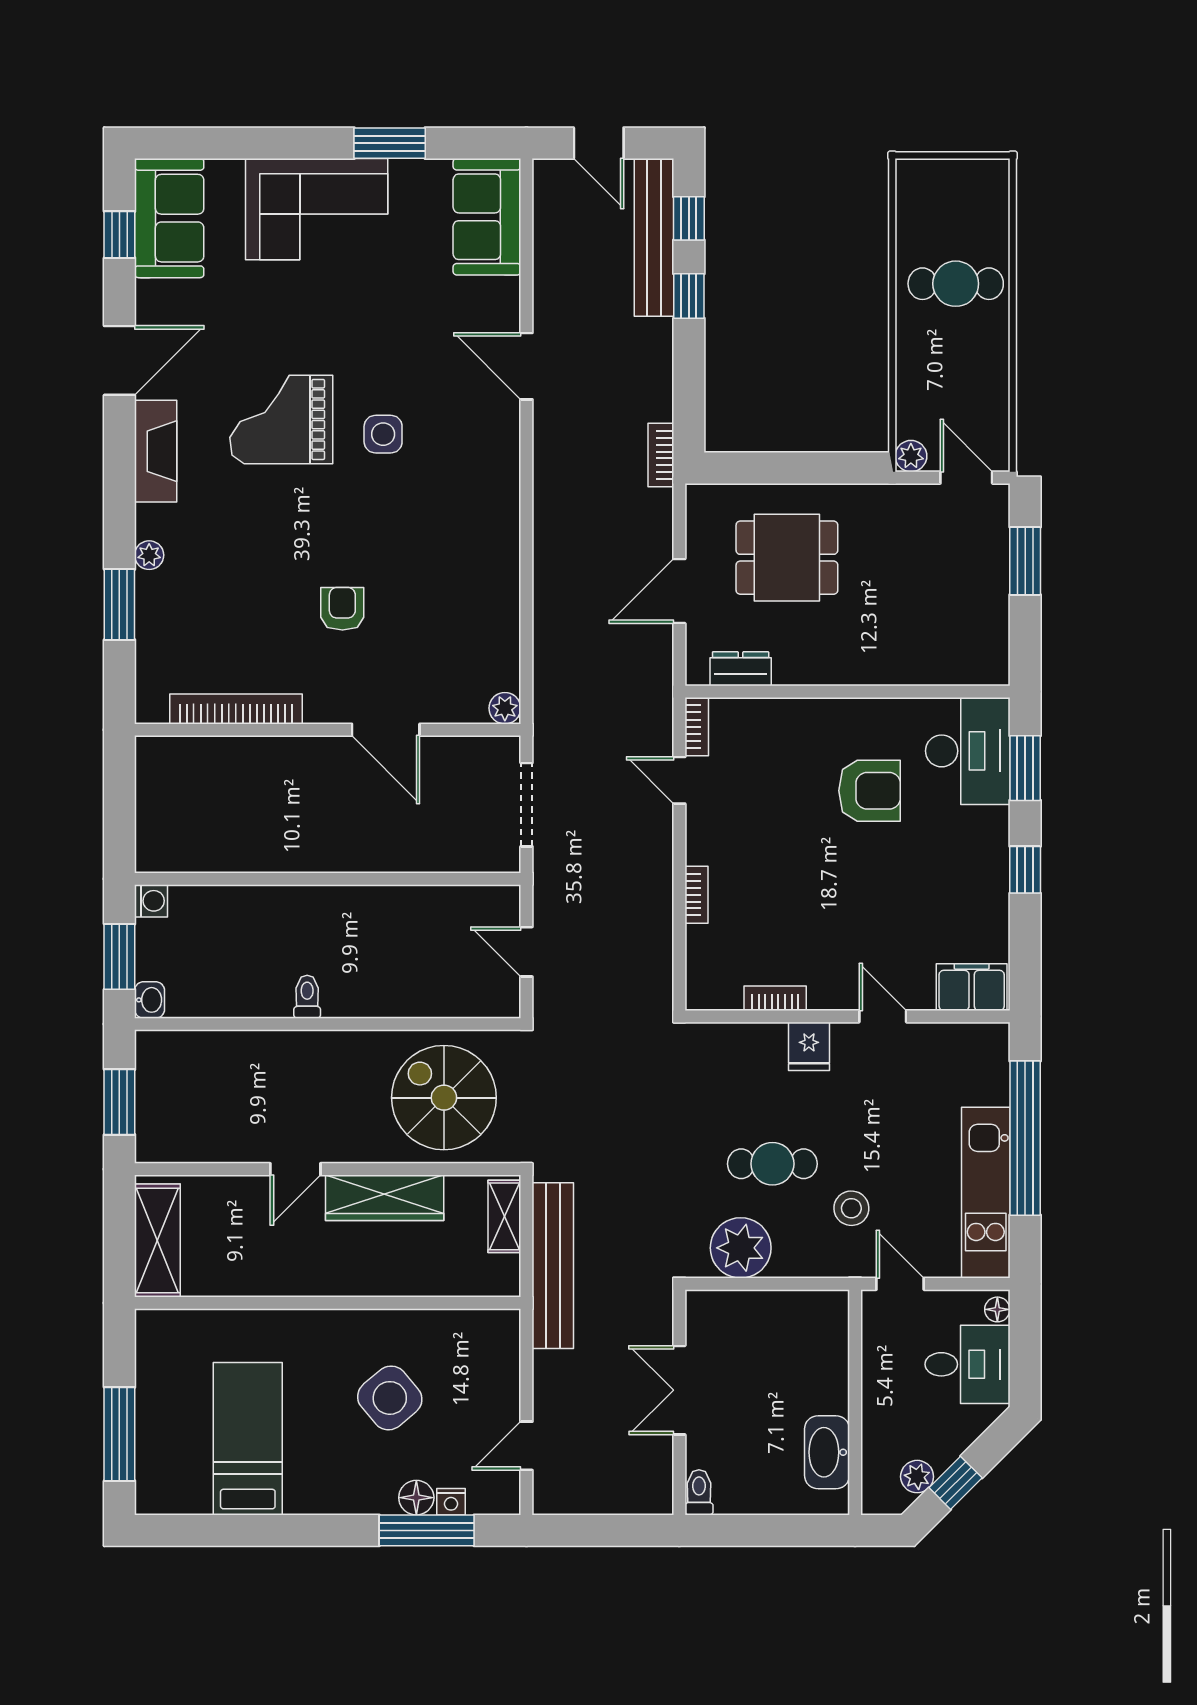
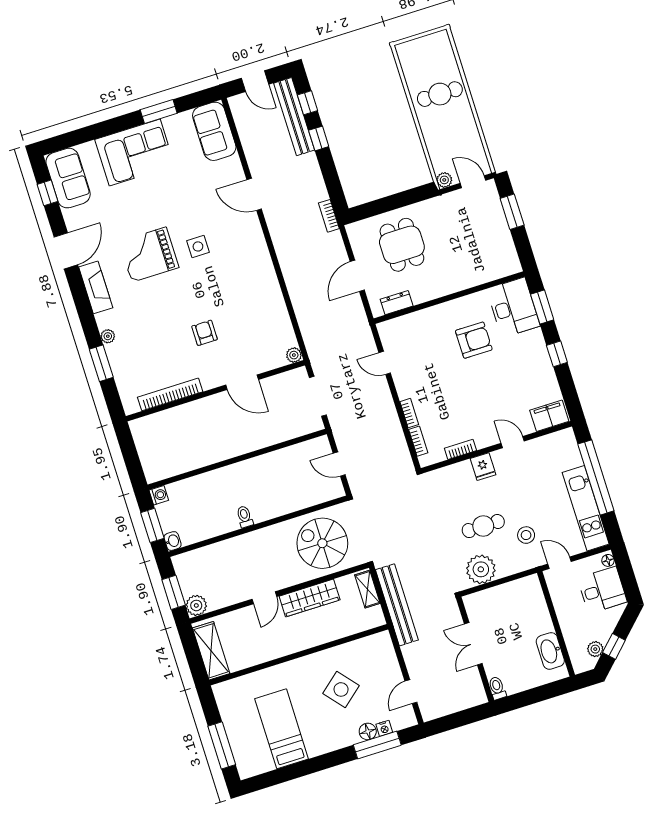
dining table: (787, 558) -> (402, 245), turned 90
bookcase: (697, 727) -> (418, 441), moved
plant: (156, 1142) -> (196, 605), added

